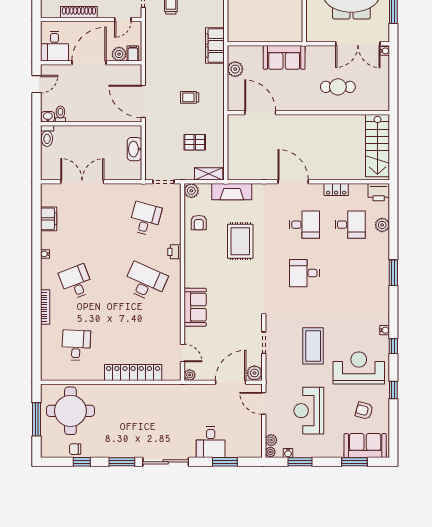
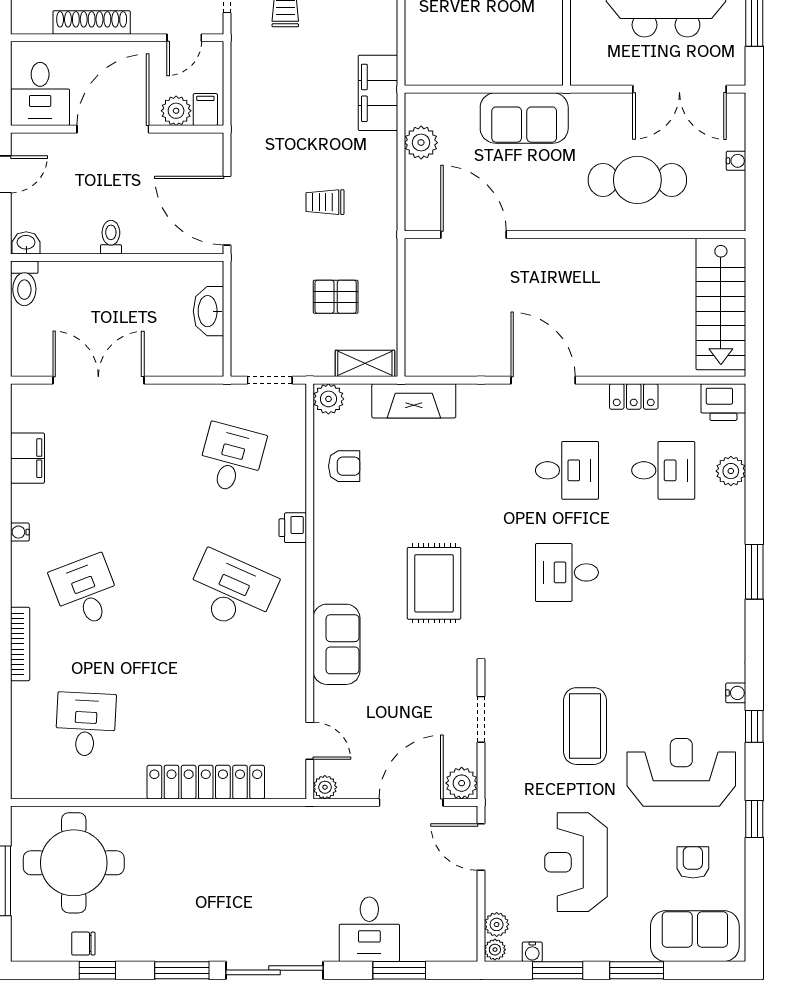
water cooler: (385, 51) -> (736, 161), moved
cafe table: (338, 87) -> (637, 180), width x1.37, depth x1.35
toilet: (60, 114) -> (111, 237), moved
armchair: (199, 223) -> (344, 466), turned -90
rug: (240, 241) -> (434, 583), moved
armchair: (364, 411) -> (693, 862), turned 75
window: (354, 462) -> (637, 970), moved

